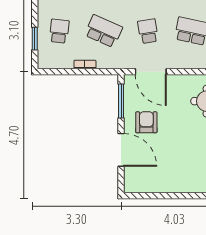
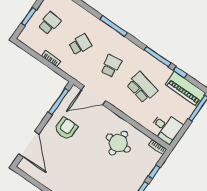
school desk: (104, 31) -> (80, 44), width x0.54
door: (151, 72) -> (93, 95), hinge flipped
door: (121, 150) -> (29, 144), moved

